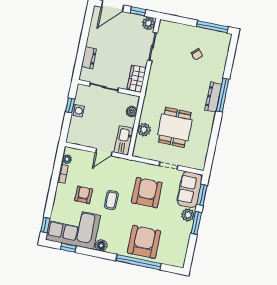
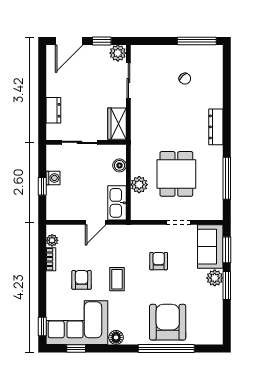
window: (223, 95) -> (227, 178), moved
window: (70, 105) -> (42, 186), moved
armchair: (147, 193) -> (159, 261), width x0.53, depth x0.53

